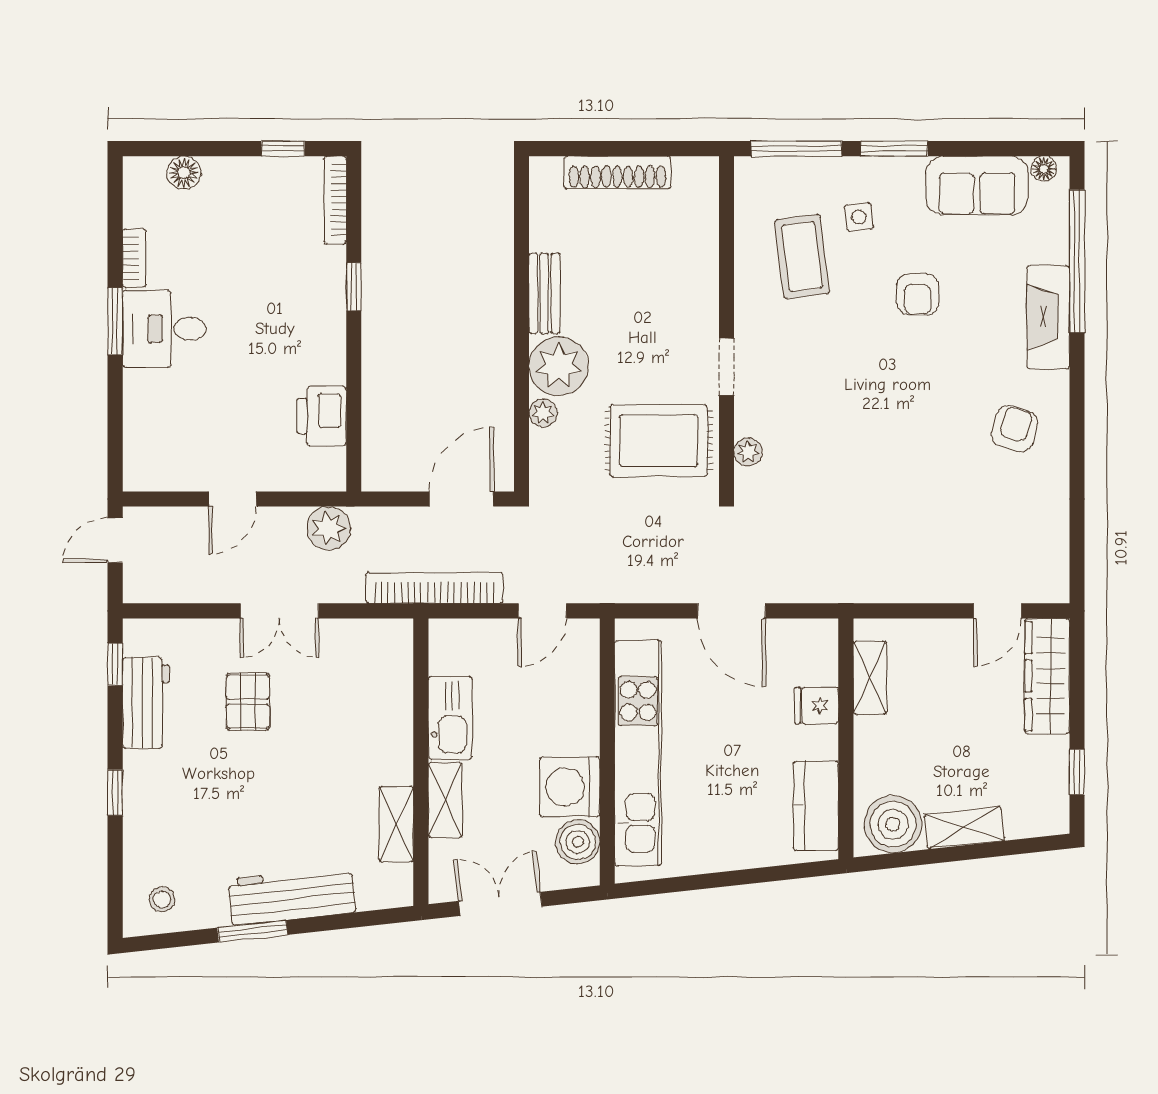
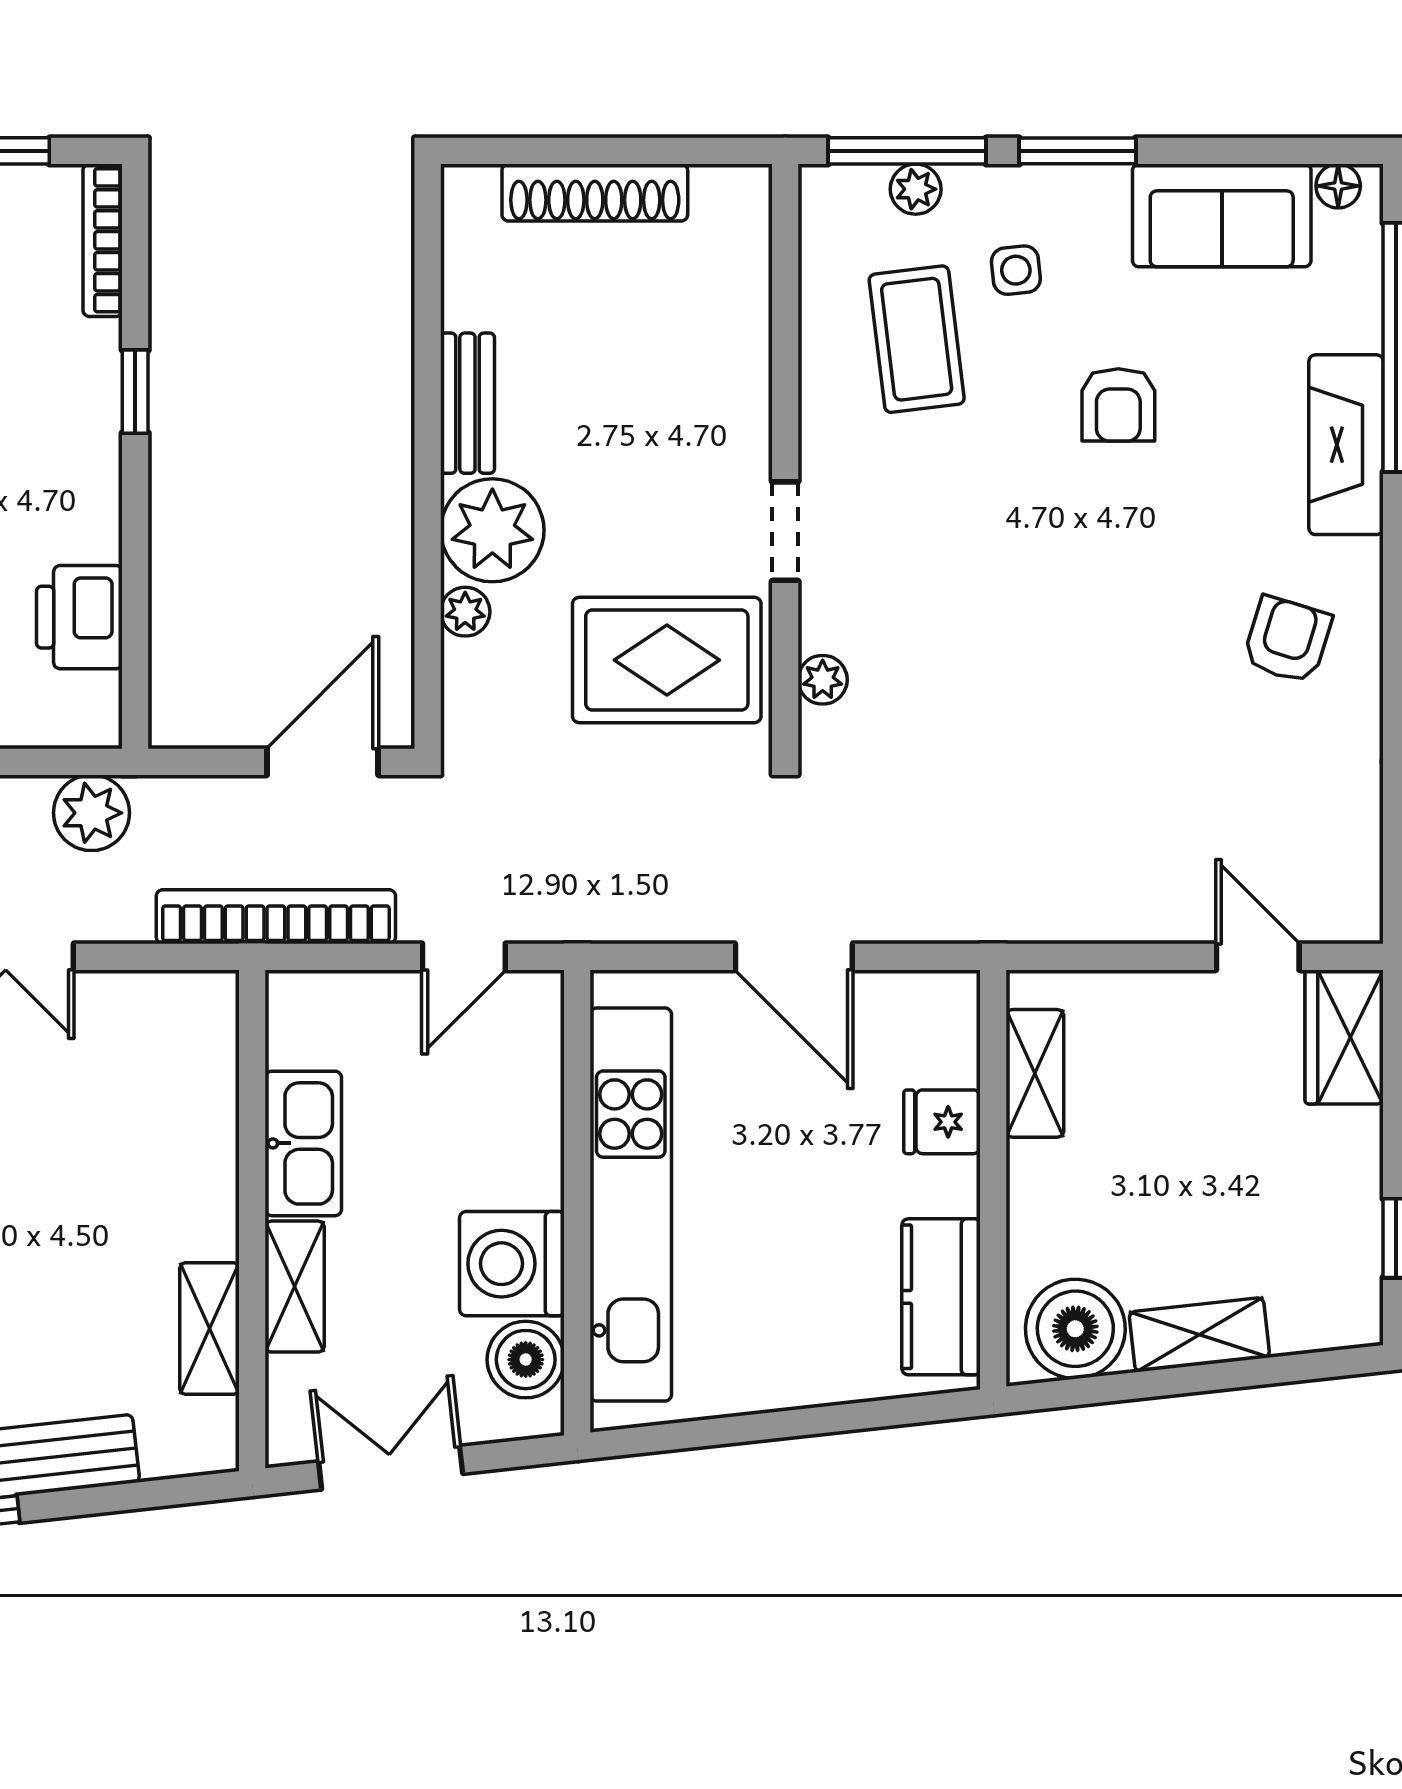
plant: (801, 170) -> (916, 189), added
door: (998, 611) -> (1258, 957), swing flipped
wardrobe: (1047, 676) -> (1344, 1037), width x0.67

